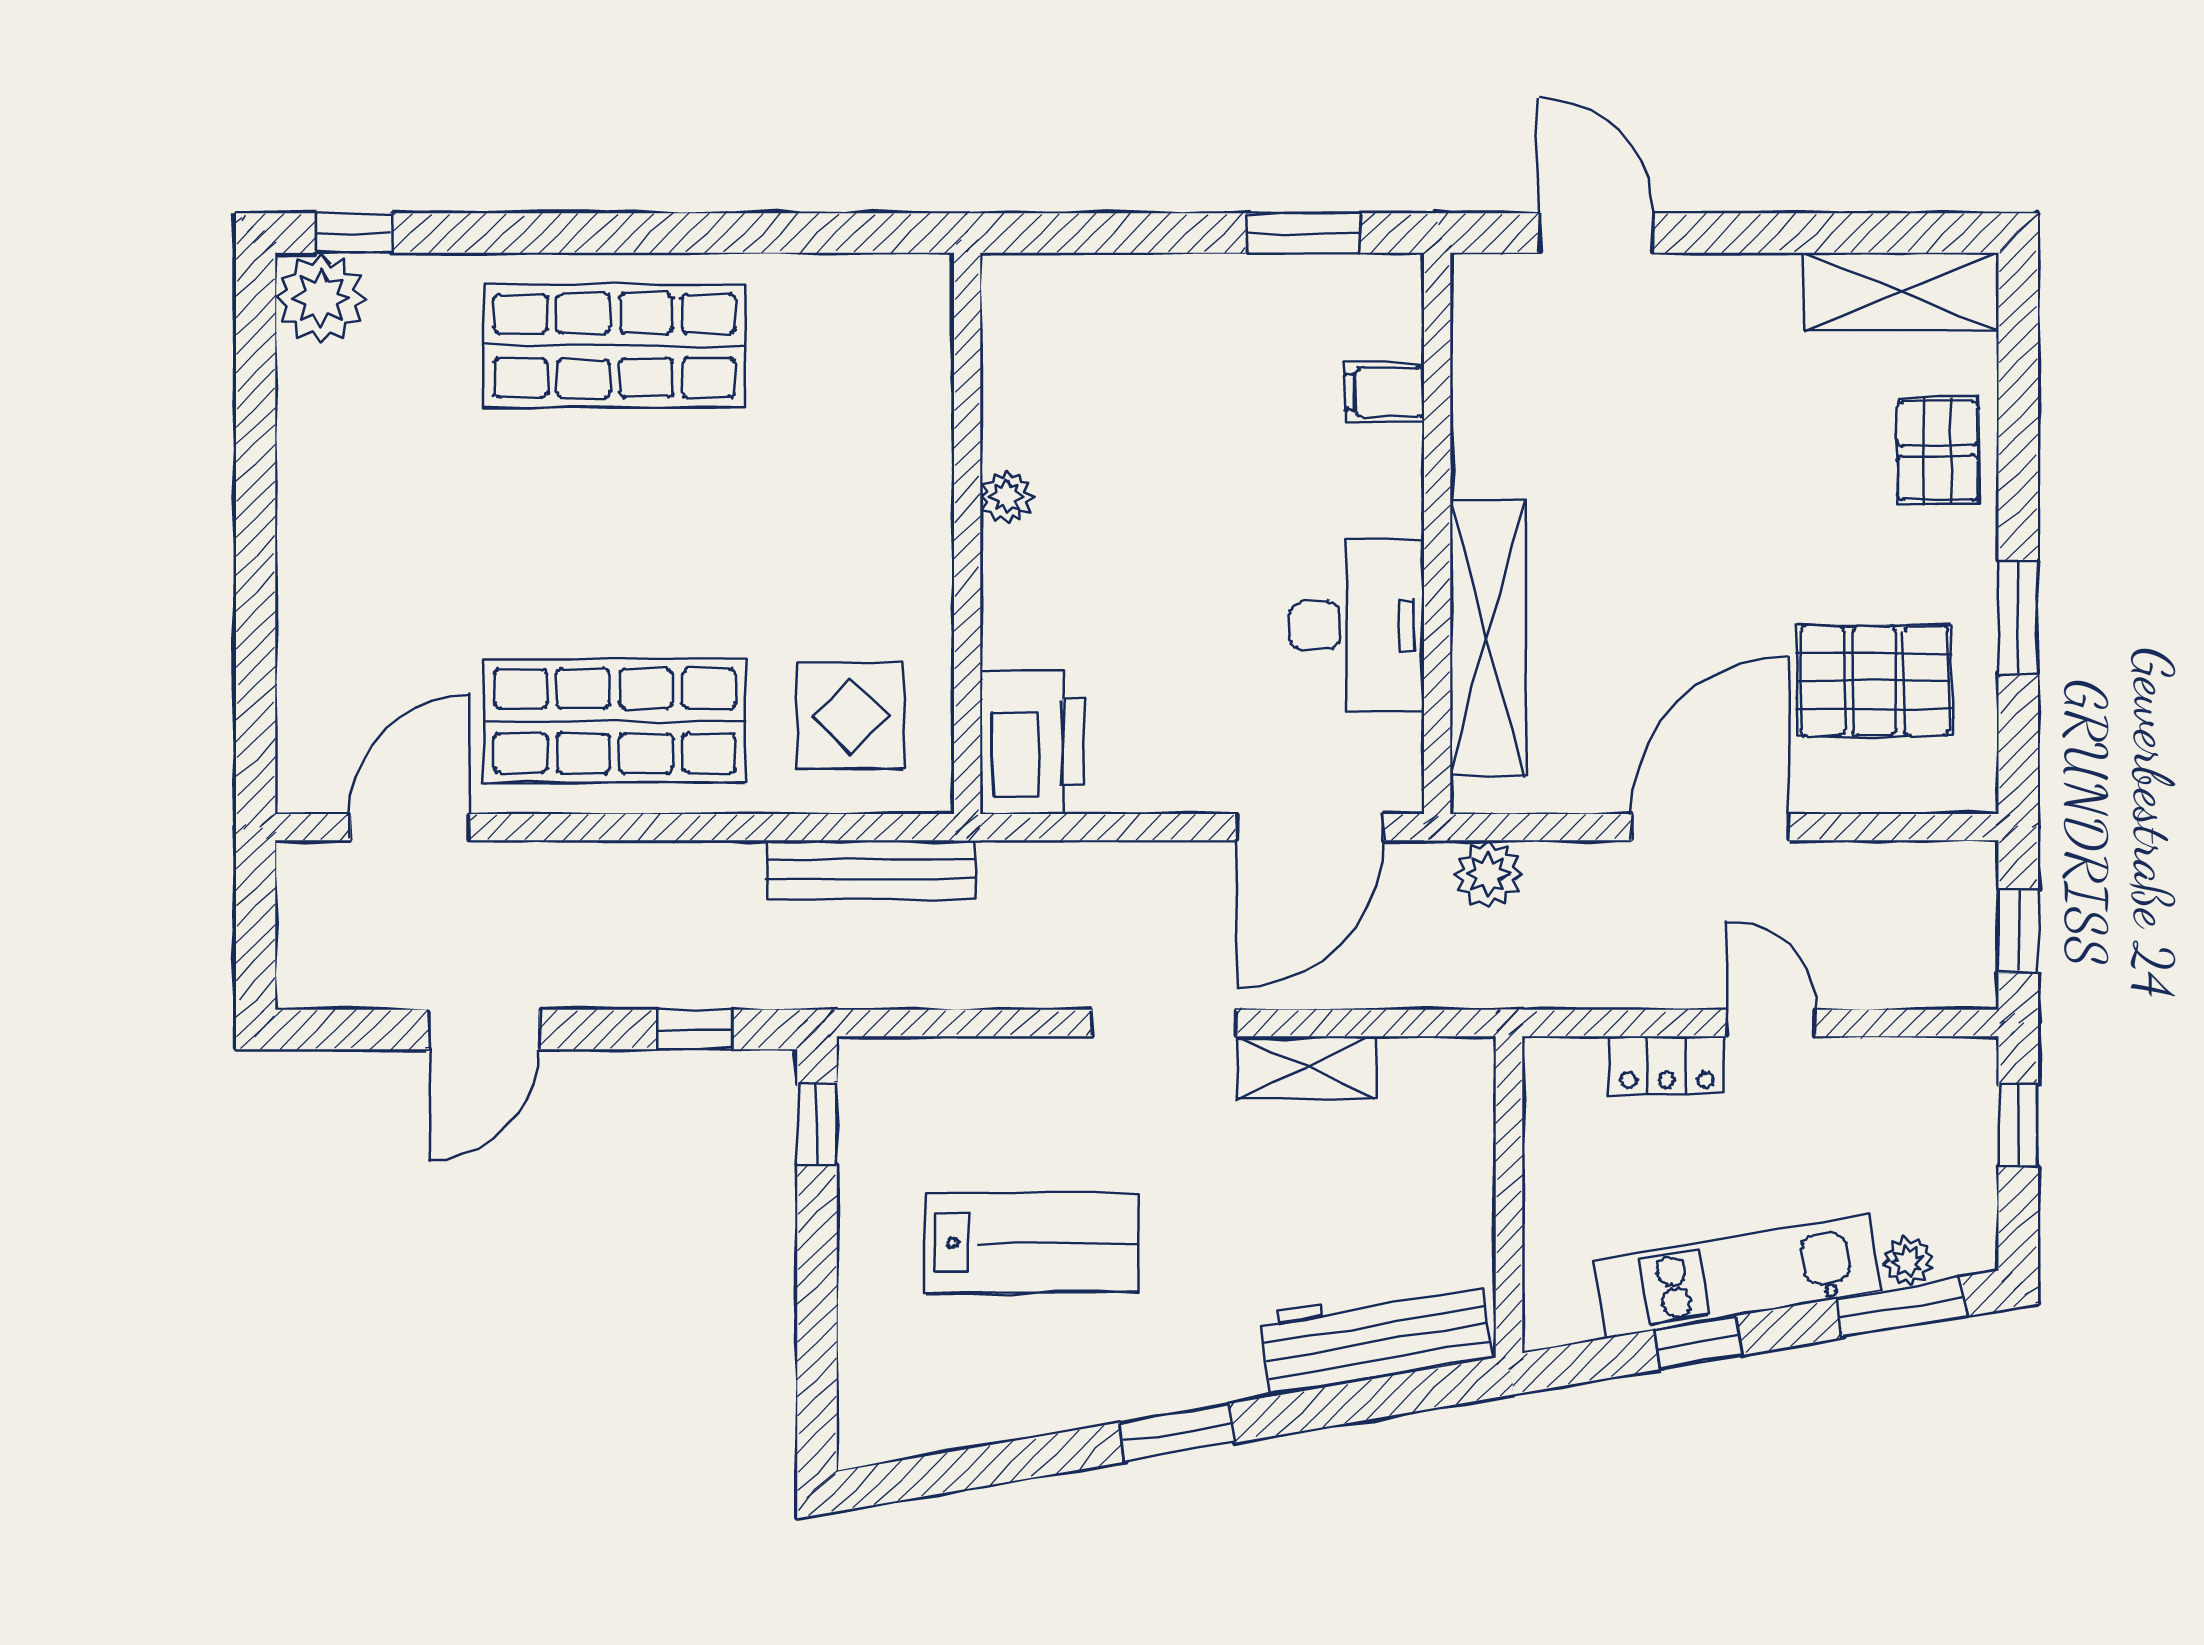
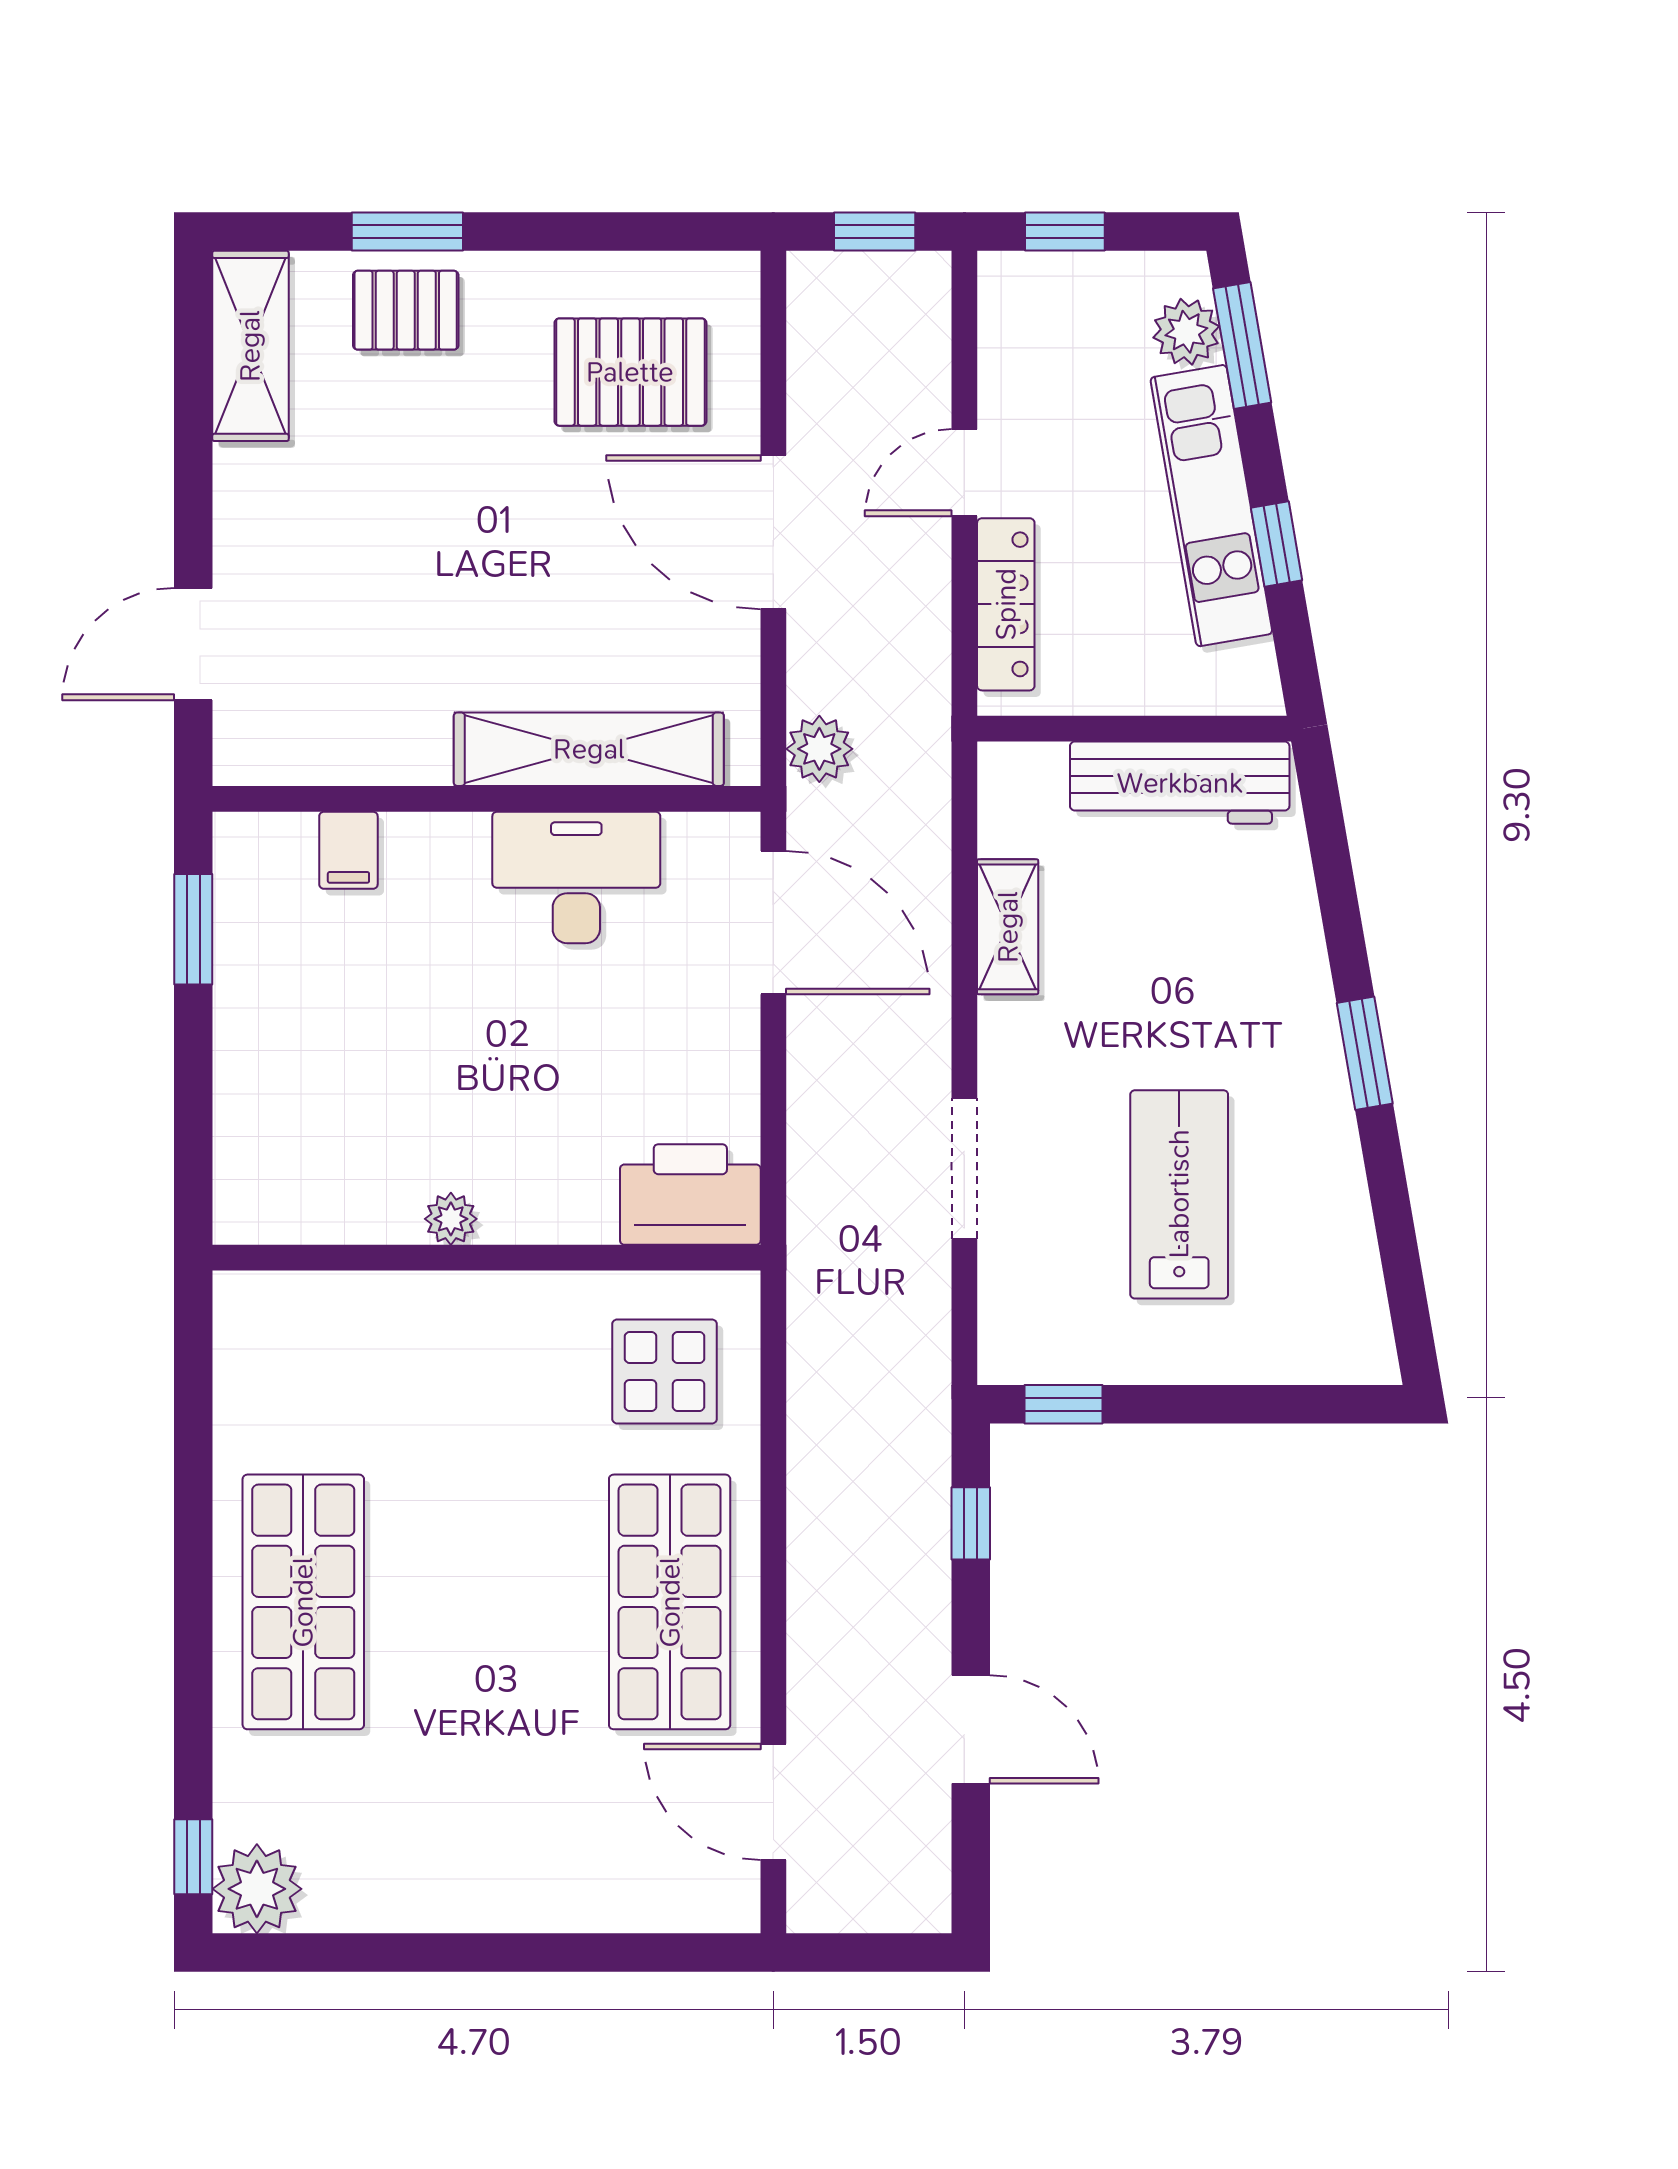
window: (2018, 617) -> (407, 231), moved
pallet: (1874, 681) -> (630, 372), turned 90
bench: (871, 869) -> (815, 1352), removed
doorway: (1164, 1023) -> (964, 1169), moved
locker: (1667, 1065) -> (1006, 604), width x1.53
plant: (1908, 1261) -> (1186, 332), width x1.38, depth x1.38
workbench: (1376, 1336) -> (1180, 783), moved, turned -80

